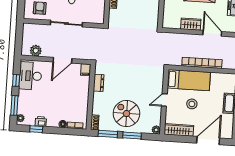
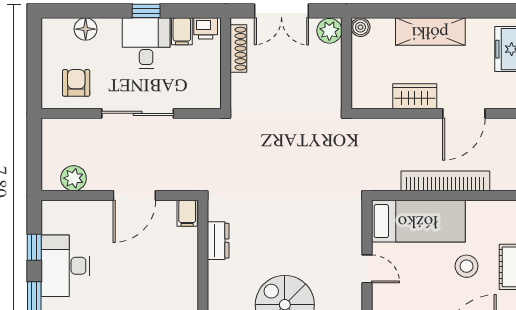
door: (212, 33) -> (464, 113), swing flipped
desk: (30, 76) -> (65, 266), moved
door: (164, 100) -> (367, 269), swing flipped
stool: (192, 104) -> (467, 266), moved

